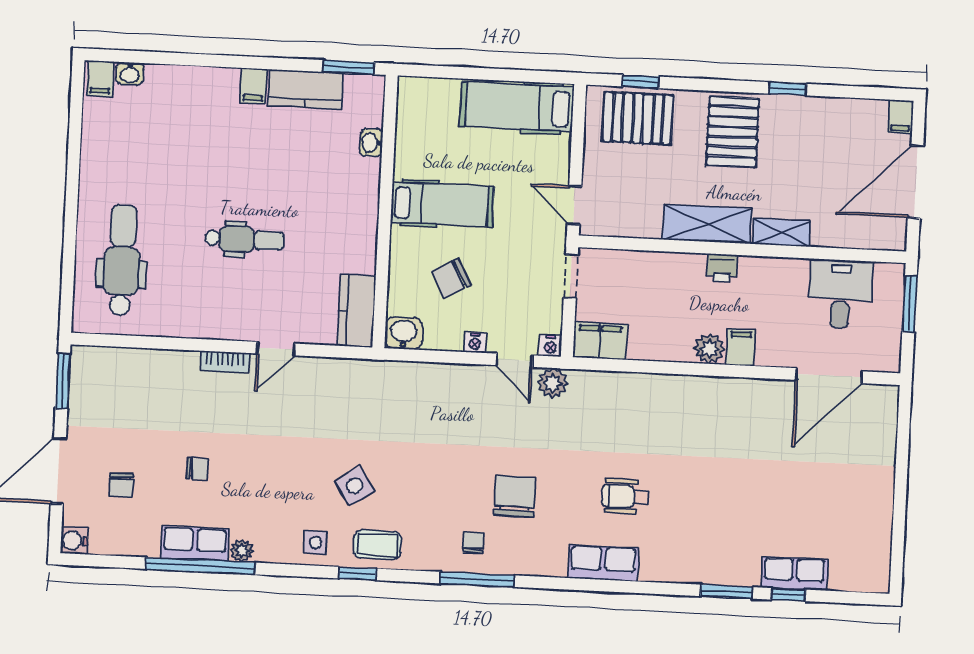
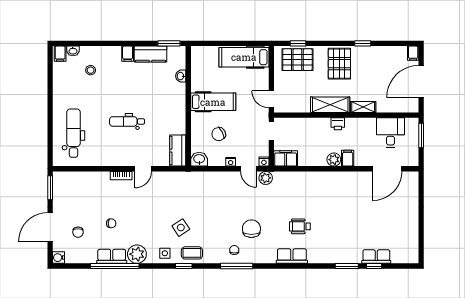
stool: (168, 119) -> (91, 70), added
dental chair: (245, 239) -> (127, 121), turned 180
plant: (242, 551) -> (137, 254), width x1.88, depth x1.88

